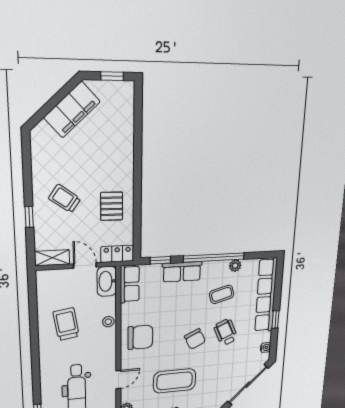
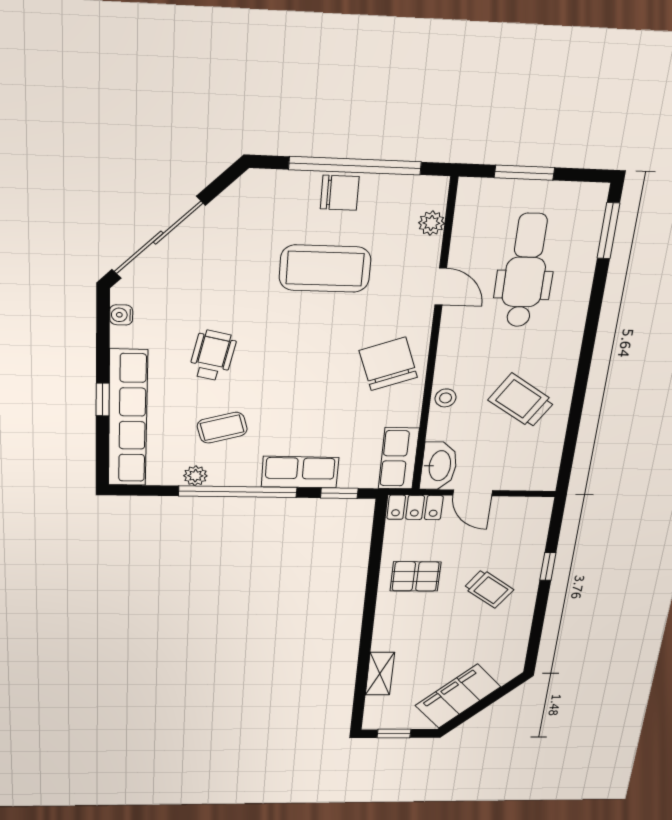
pallet: (112, 206) -> (416, 576), turned 90
shelving: (52, 258) -> (380, 674), moved, turned 90
window: (275, 319) -> (103, 399), moved
trolley: (66, 324) -> (521, 401), turned 132
wheelchair: (226, 332) -> (213, 355), turned -144
chair: (140, 337) -> (388, 364), turned 70
chair: (195, 339) -> (278, 349), removed
door: (118, 380) -> (441, 287), swing flipped

